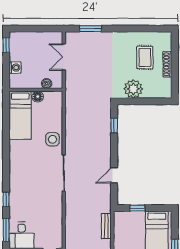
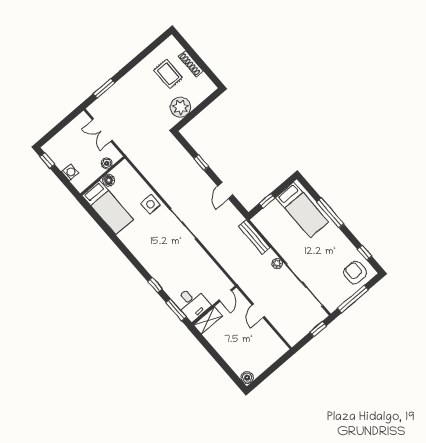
window: (114, 125) -> (201, 163), moved
bench: (106, 226) -> (254, 237), width x1.36

